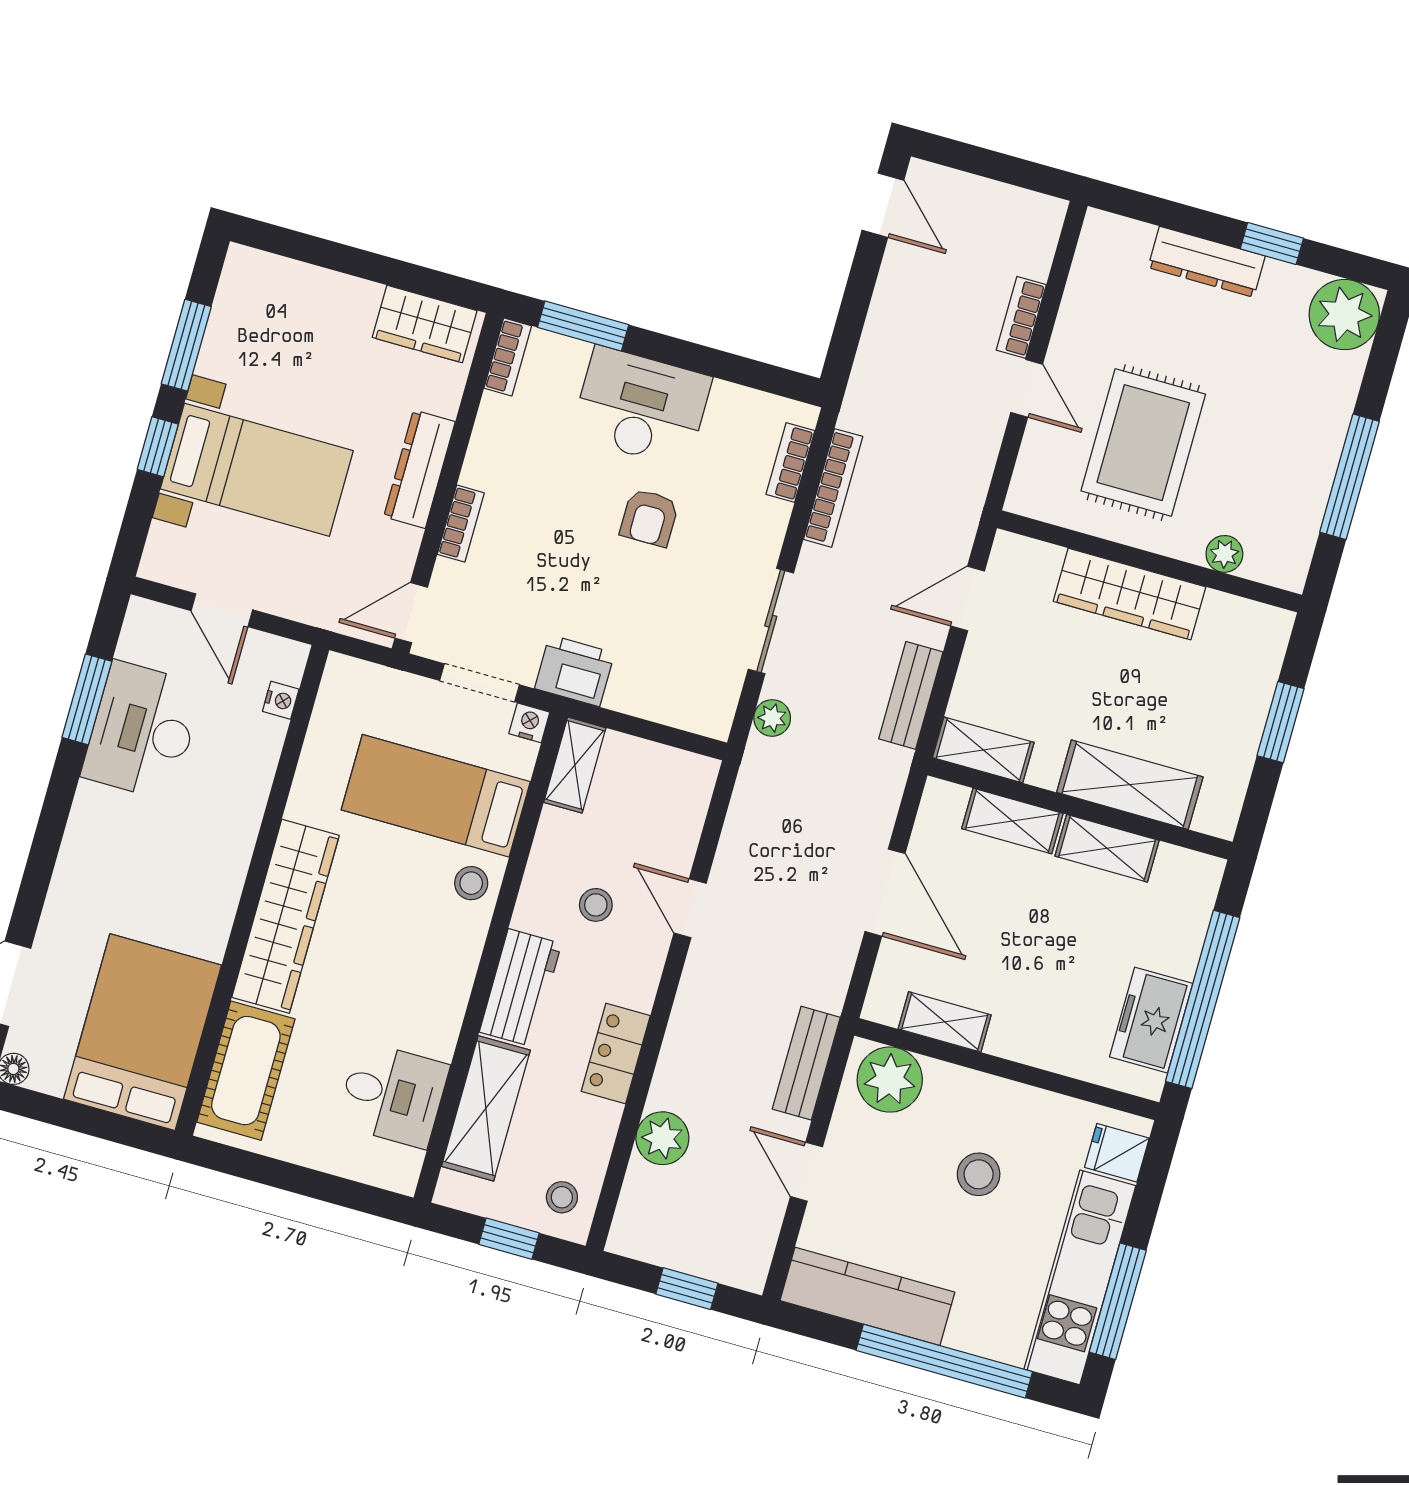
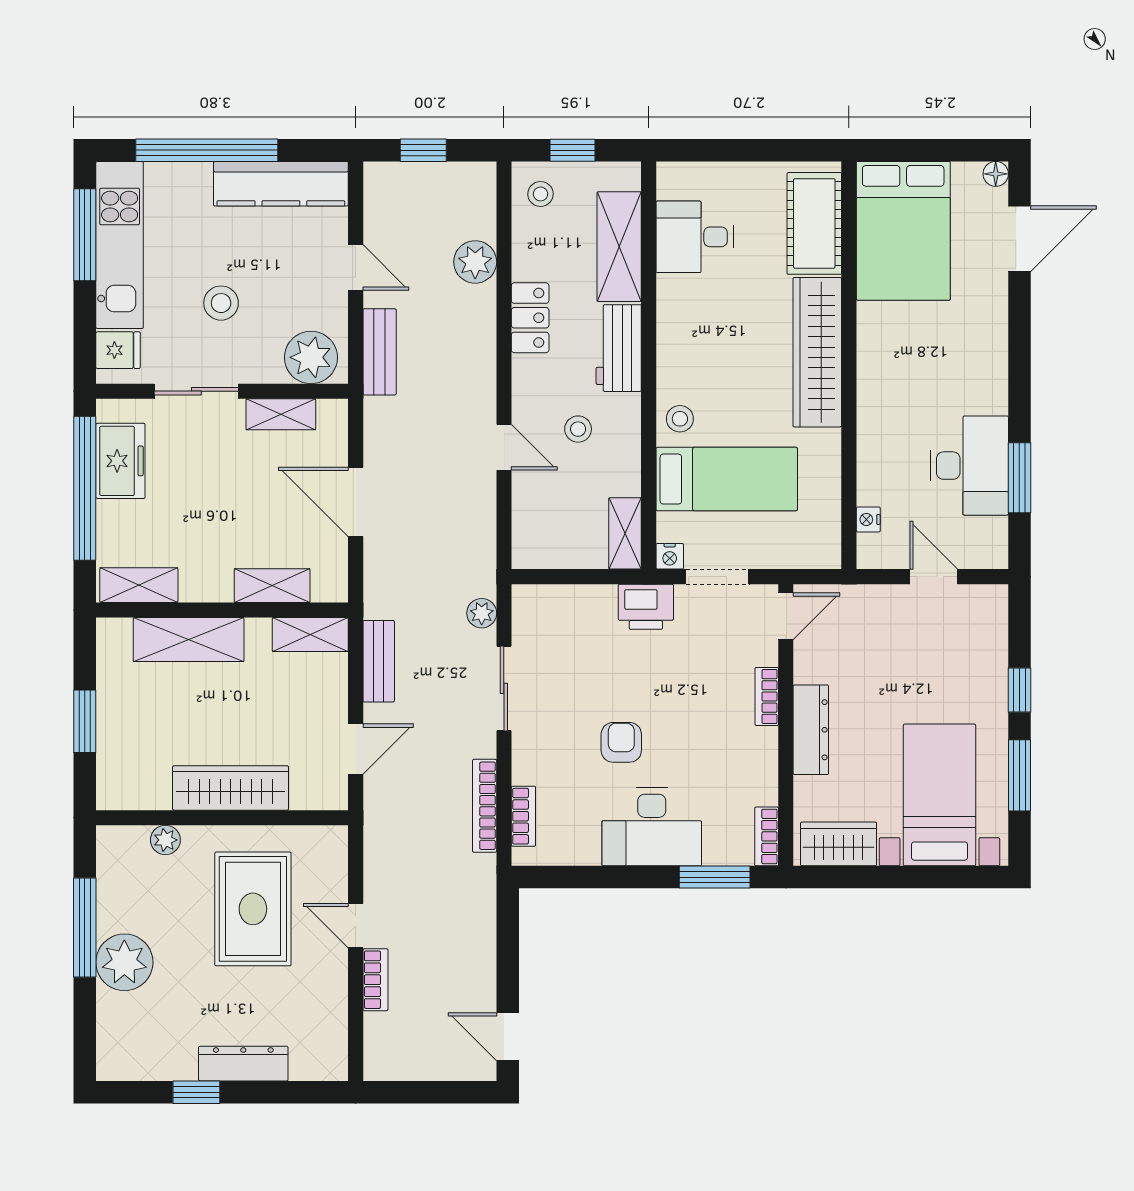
plant: (1344, 315) -> (124, 962), moved
bed with nightstands: (257, 470) -> (939, 795), moved, turned 90
shelving: (1107, 848) -> (139, 585), moved
sliding door: (1037, 1078) -> (196, 391), added

